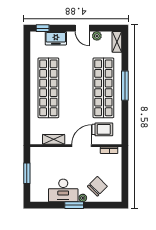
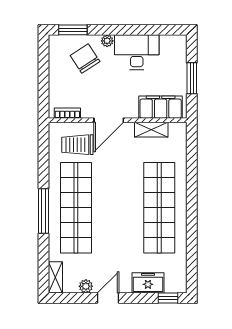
door: (82, 28) -> (108, 298), hinge flipped
filing cabinet: (47, 154) -> (161, 107), added
chair: (97, 186) -> (85, 59), turned 102
window: (74, 205) -> (73, 30), moved

